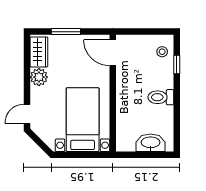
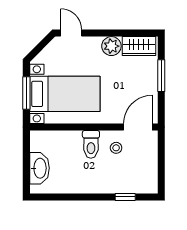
stool: (162, 52) -> (116, 148), moved
toilet: (161, 97) -> (91, 144), moved, turned 180
window: (82, 155) -> (26, 93), added

